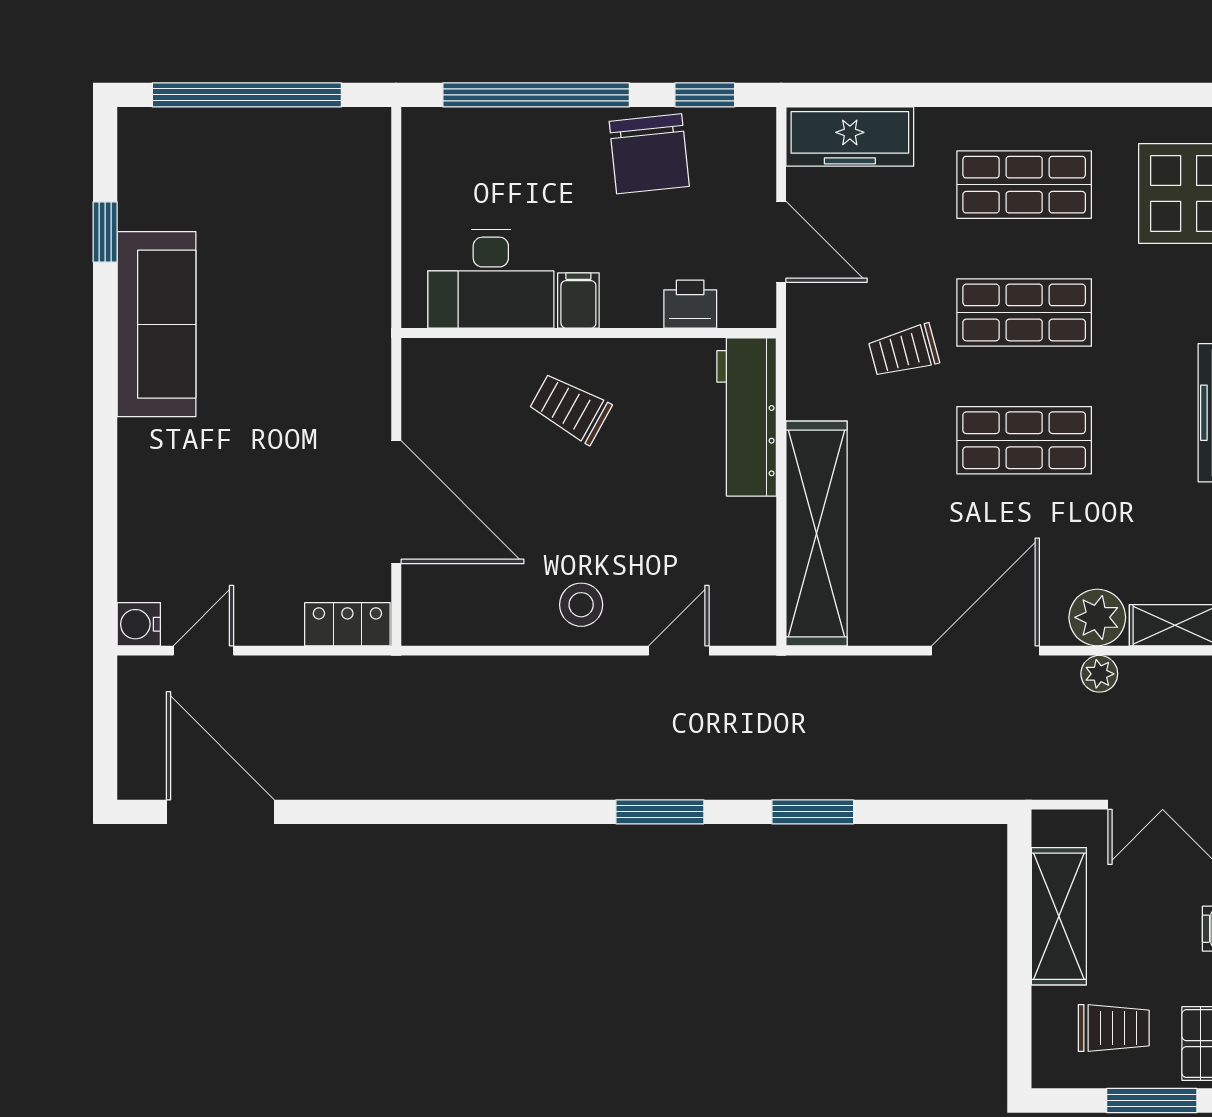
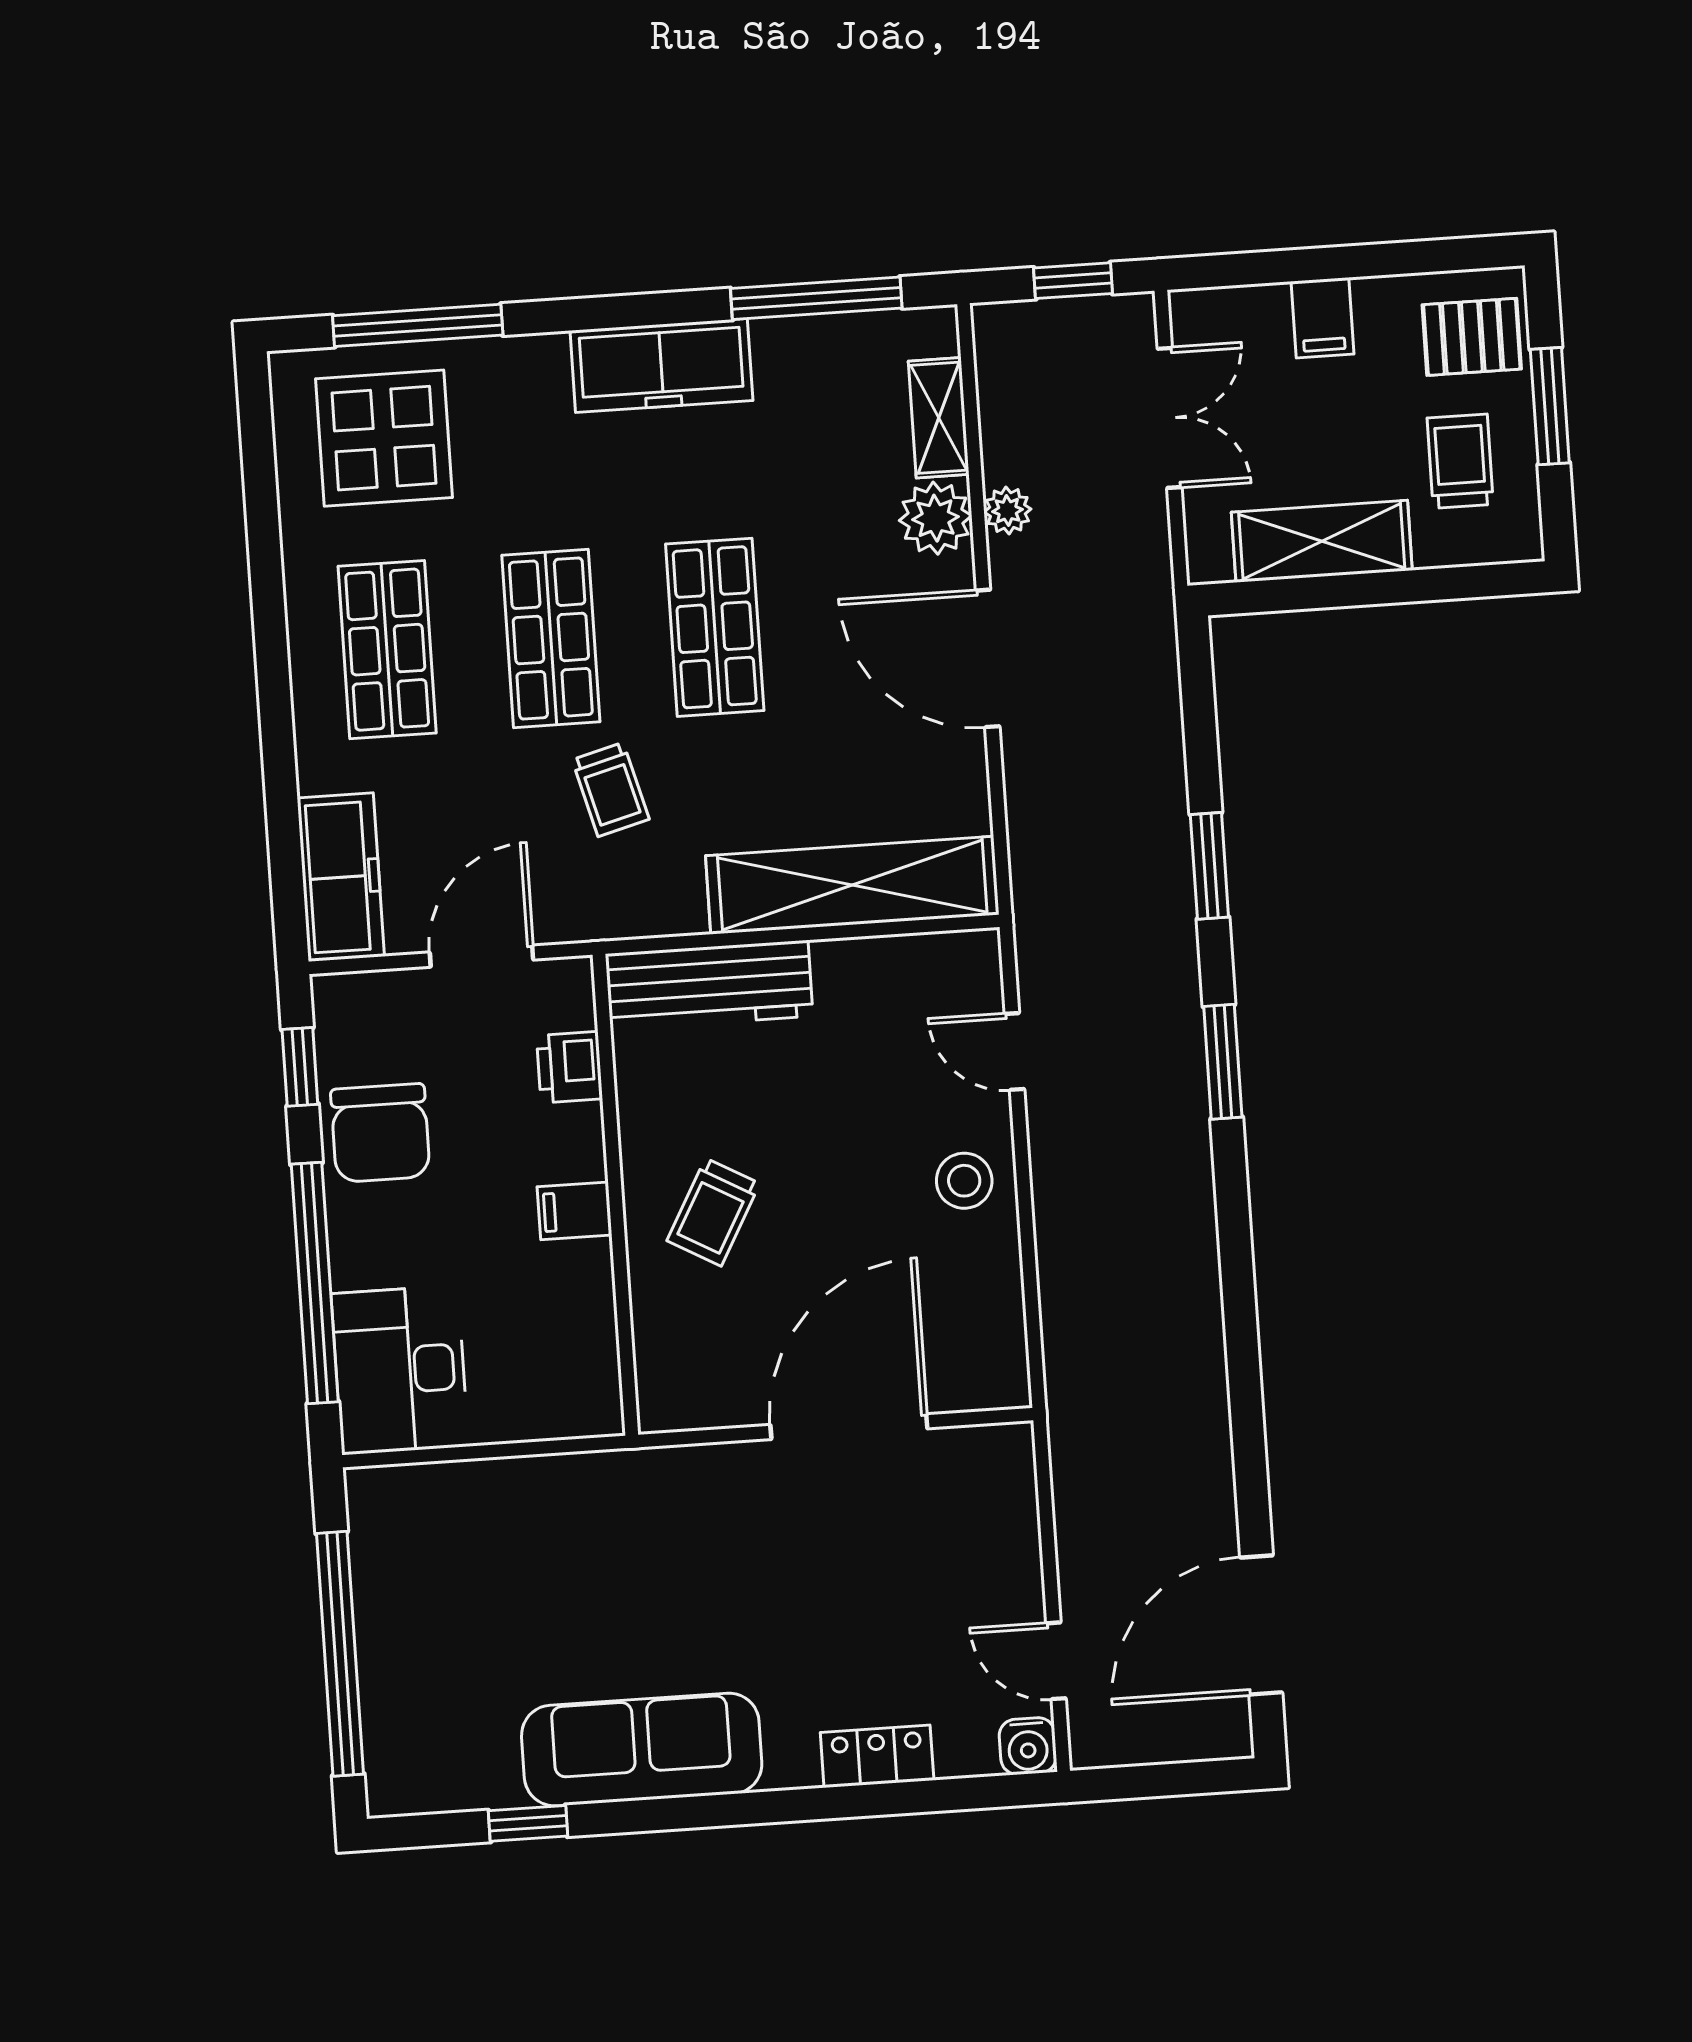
chair: (649, 154) -> (380, 1133), turned 96
desk: (491, 279) -> (400, 1370), moved, turned 180
locker: (347, 624) -> (877, 1756), moved, turned 90

